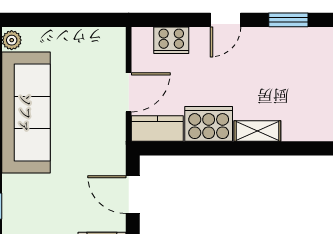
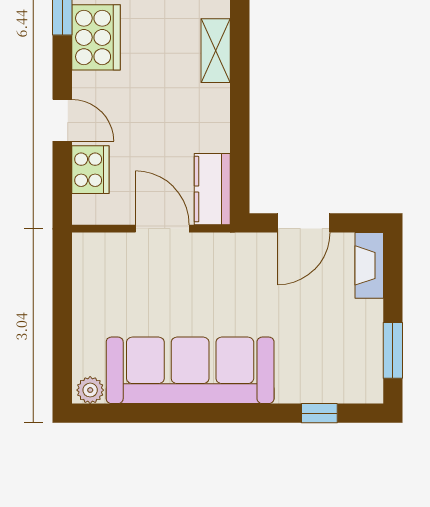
door: (226, 20) -> (62, 120), moved
cooker: (209, 124) -> (96, 37), moved, turned 180

